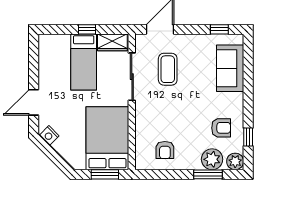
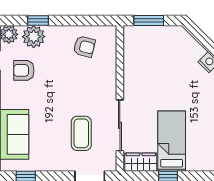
bed: (107, 138) -> (146, 59), removed
armchair: (165, 150) -> (84, 47), turned 104
window: (208, 174) -> (38, 20), width x0.67

